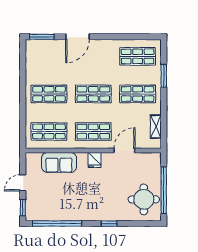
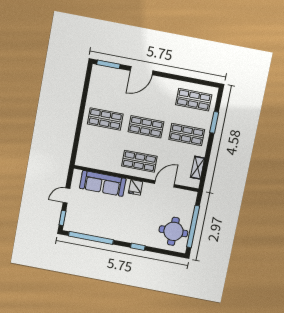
shop shelf: (49, 131) -> (99, 154), removed
sofa: (59, 162) -> (103, 183), width x1.36

